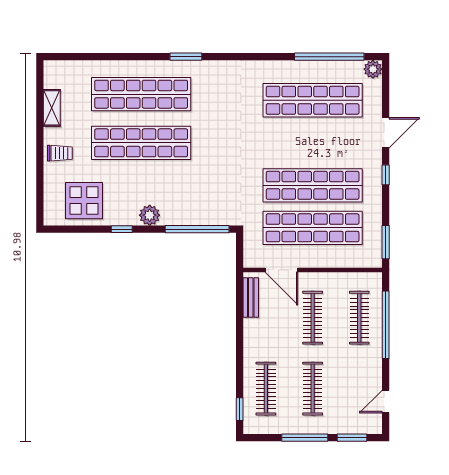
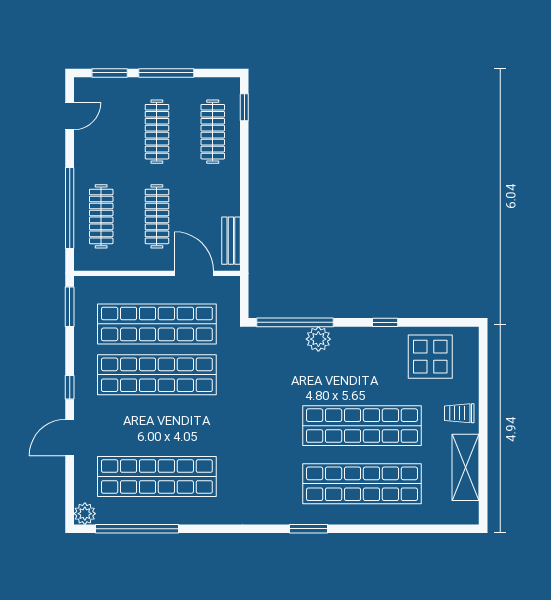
shelving: (52, 108) -> (466, 467), width x1.50, depth x1.33
plant: (150, 215) -> (318, 339), moved

